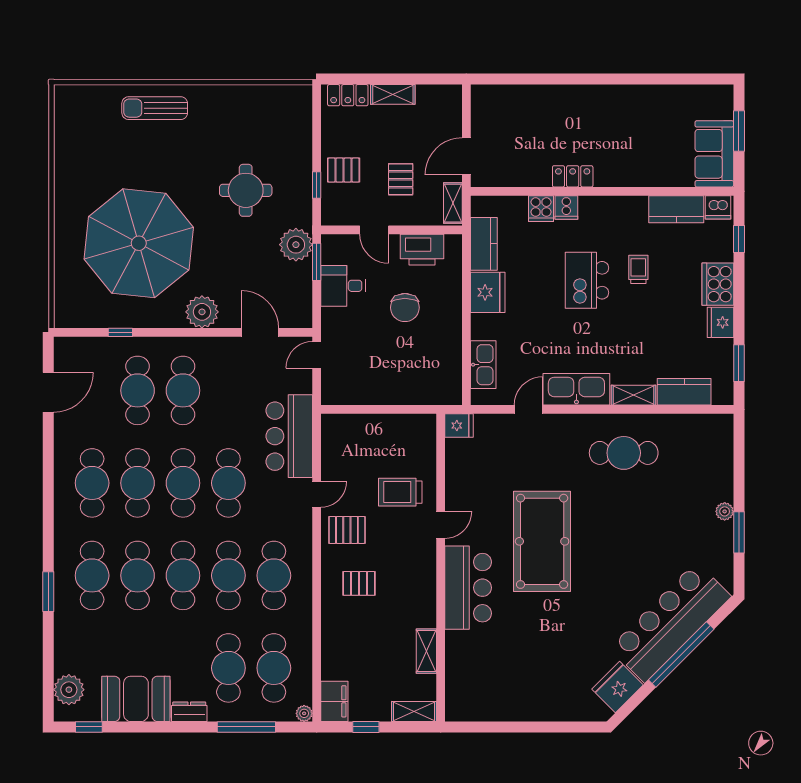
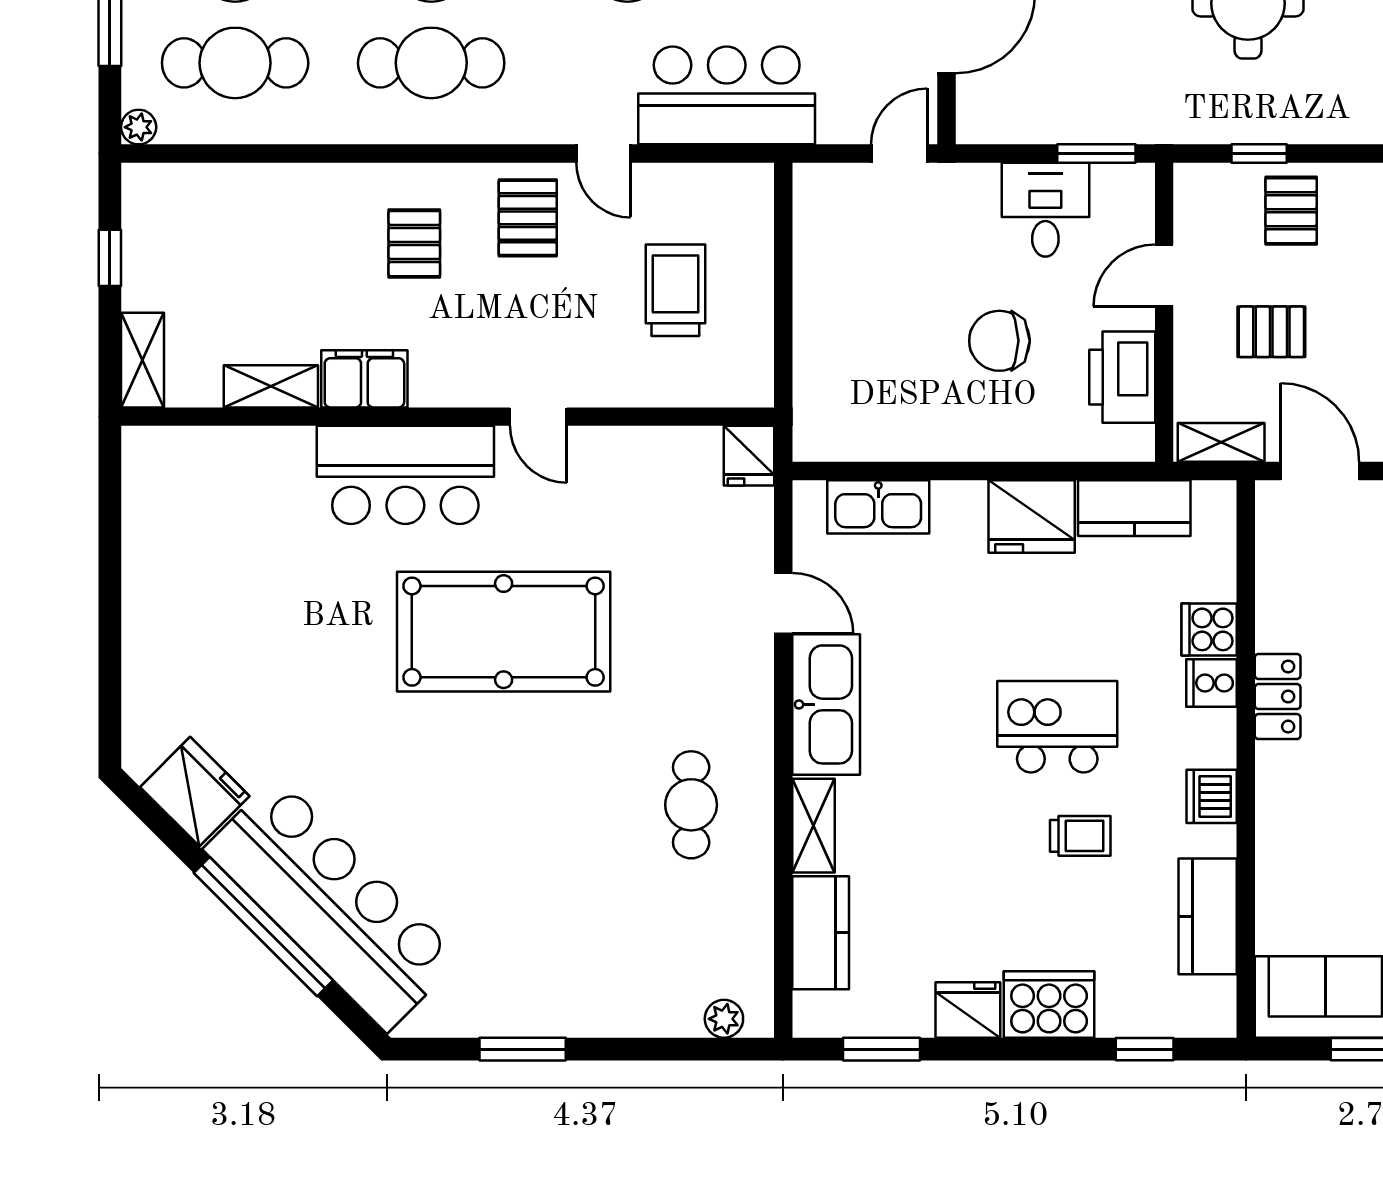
dishwasher: (718, 207) -> (1212, 796), moved
plant: (296, 245) -> (1133, 110), removed
door: (317, 355) -> (899, 154), hinge flipped
cafe table: (624, 453) -> (691, 805), width x0.73, depth x0.74
trolley: (400, 492) -> (675, 290), moved
plant: (725, 511) -> (724, 1019), moved
filing cabinet: (334, 701) -> (364, 379), moved, turned 180

